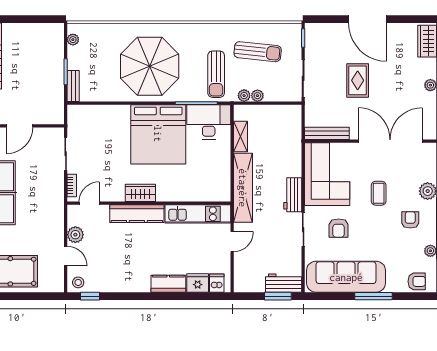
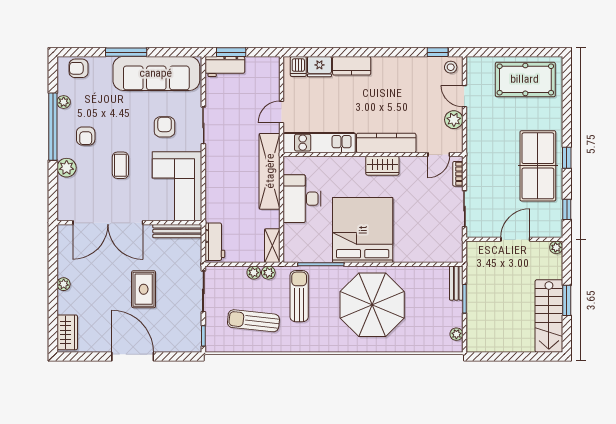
desk: (209, 122) -> (302, 199), moved, turned 90
shelving: (241, 136) -> (272, 246), moved
workbench: (293, 195) -> (215, 242), moved

